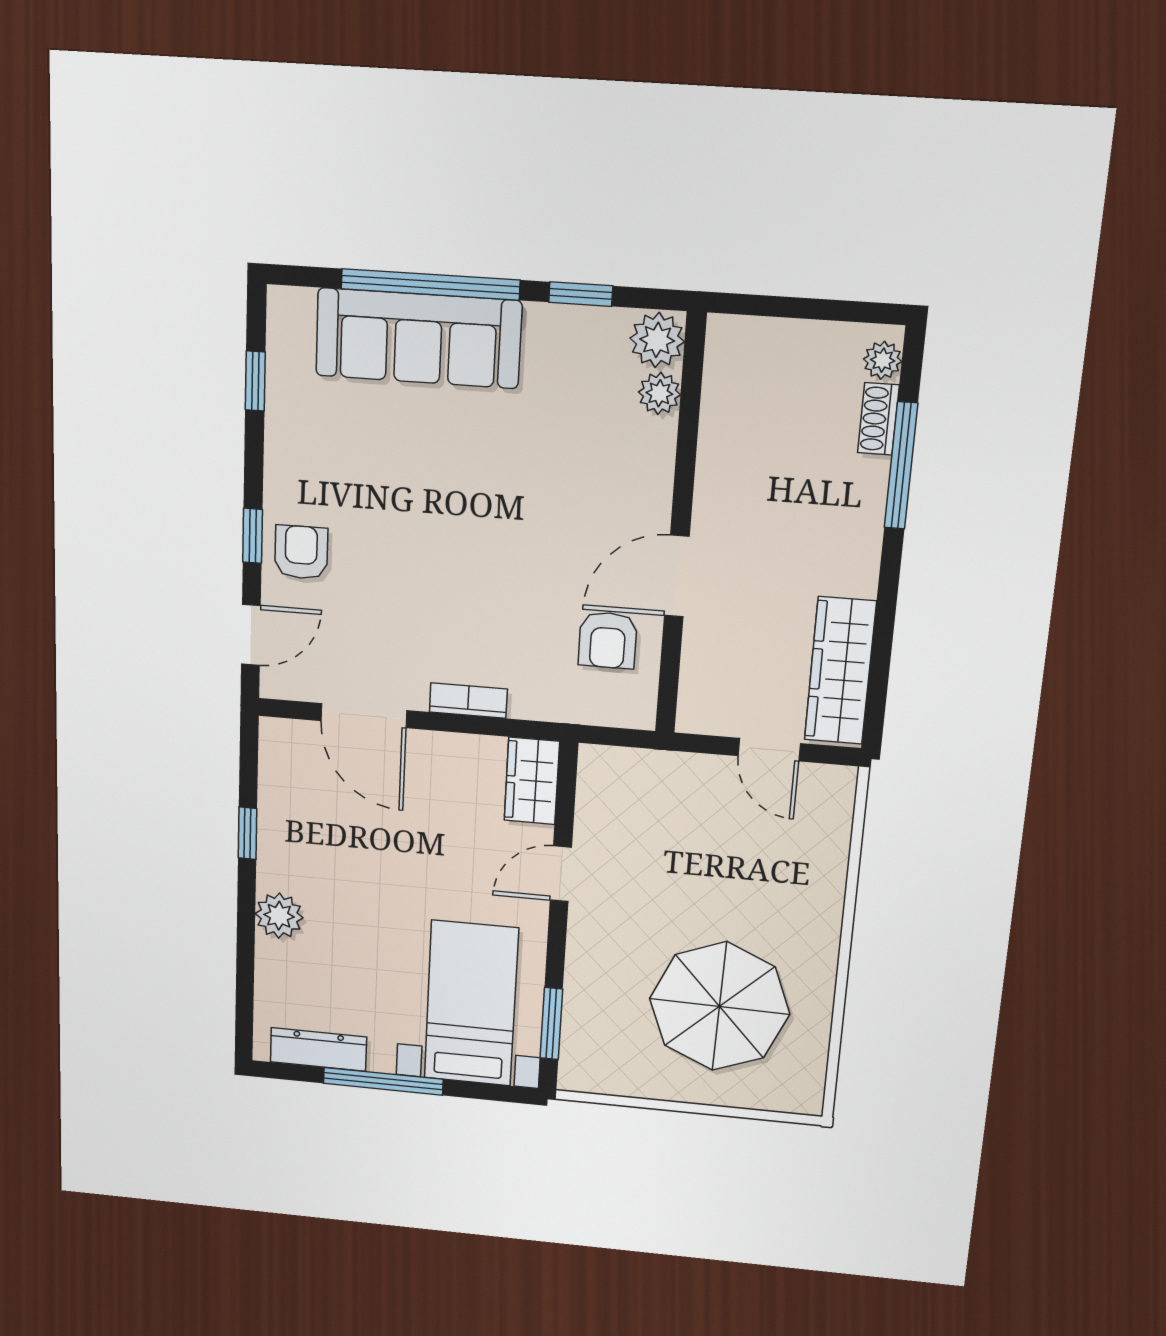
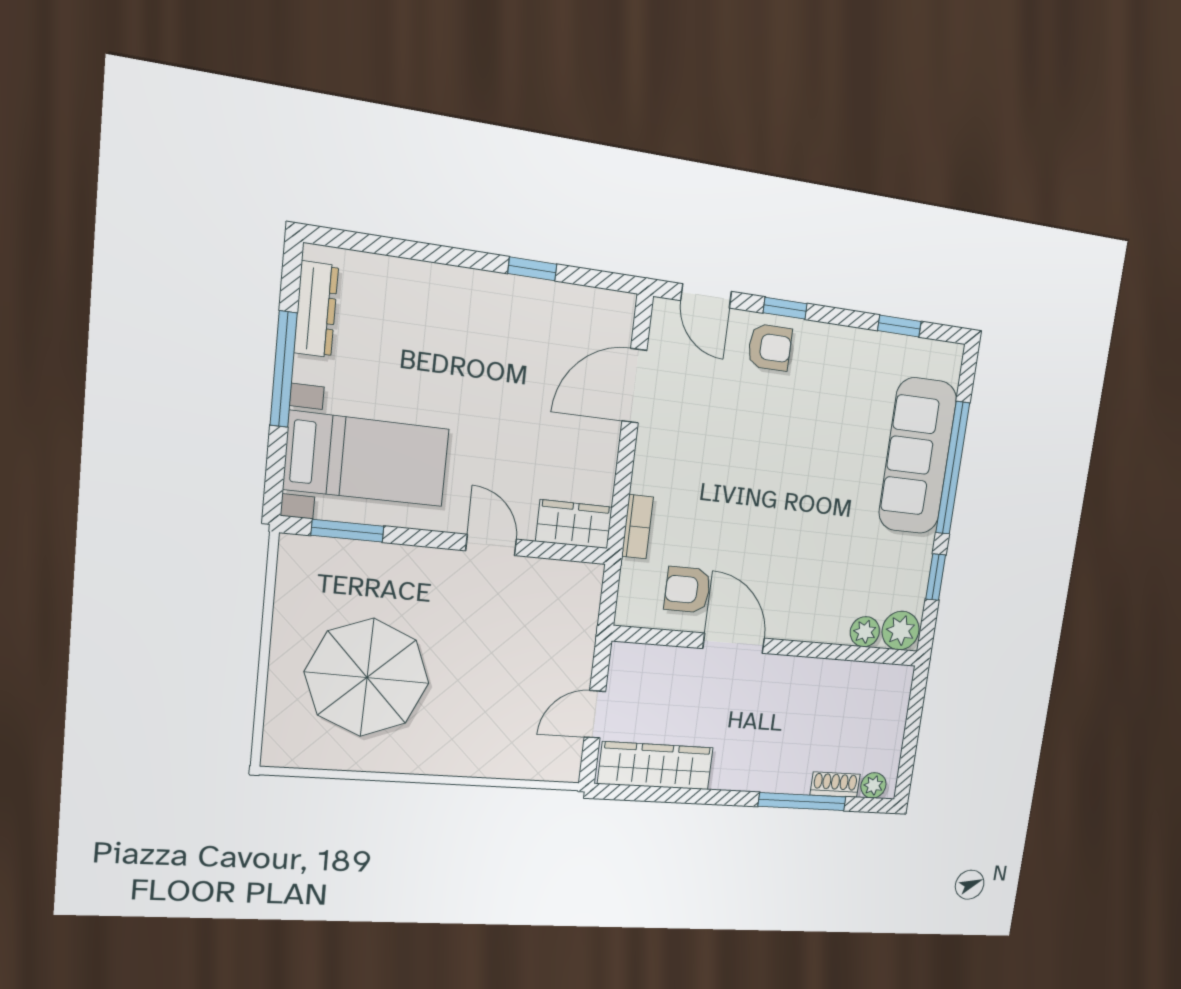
bookcase: (468, 701) -> (637, 527), moved
plant: (279, 916) -> (453, 288), removed

